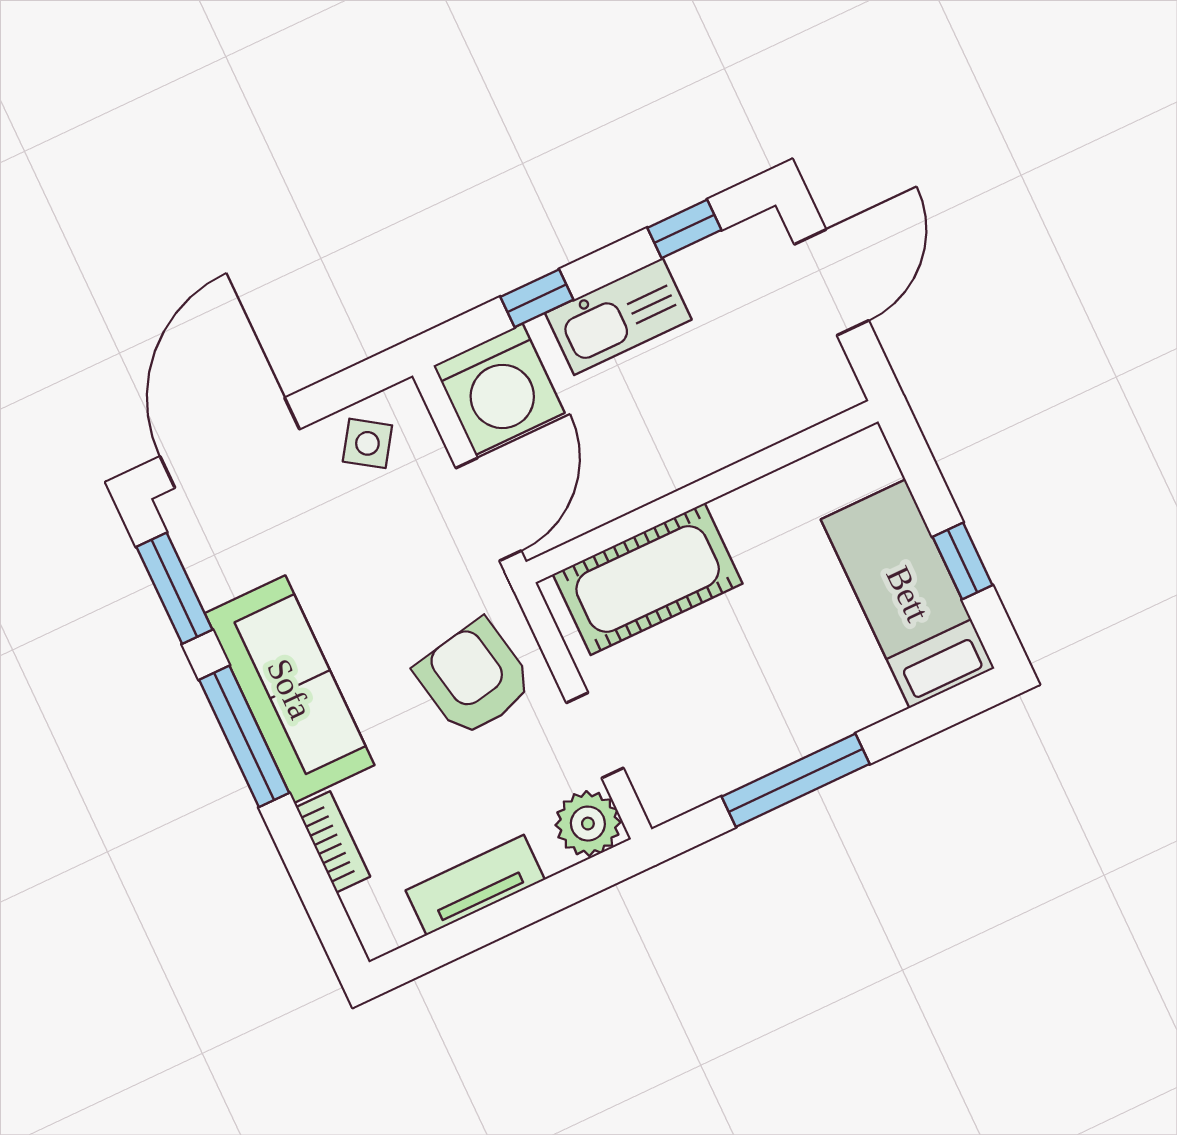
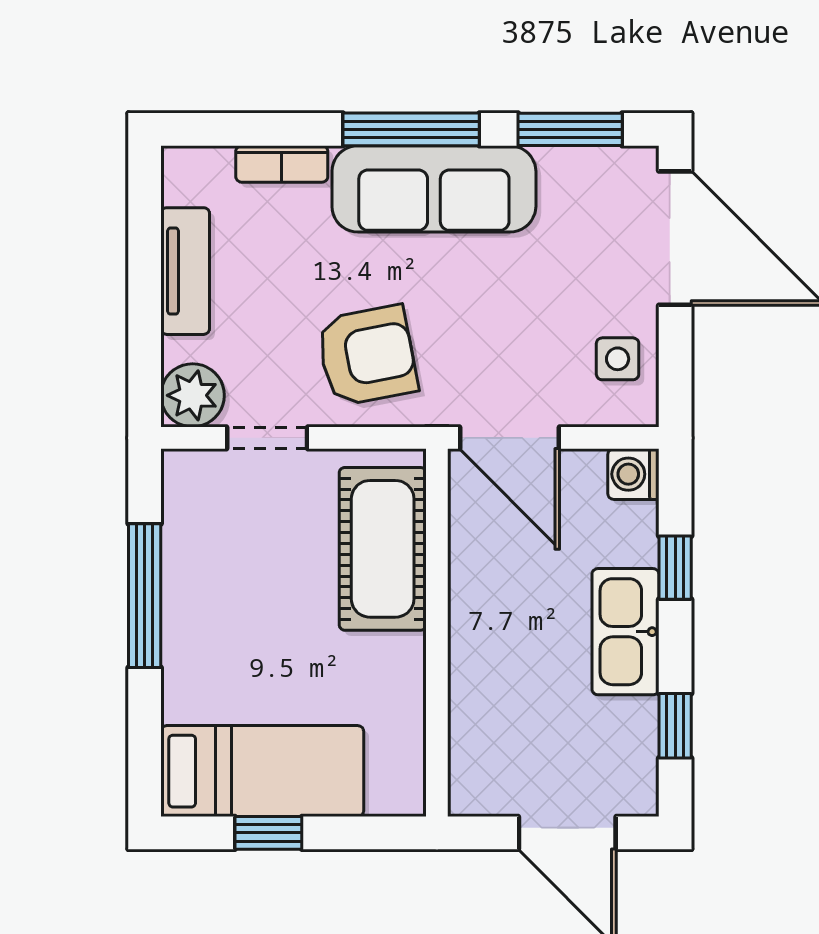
washing machine: (499, 389) -> (633, 474), width x0.53, depth x0.53
side table: (367, 443) -> (618, 359), turned -34

